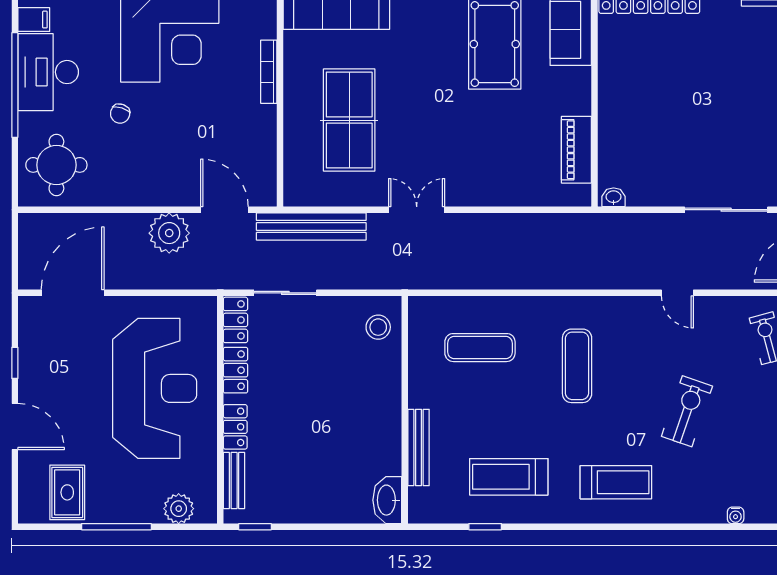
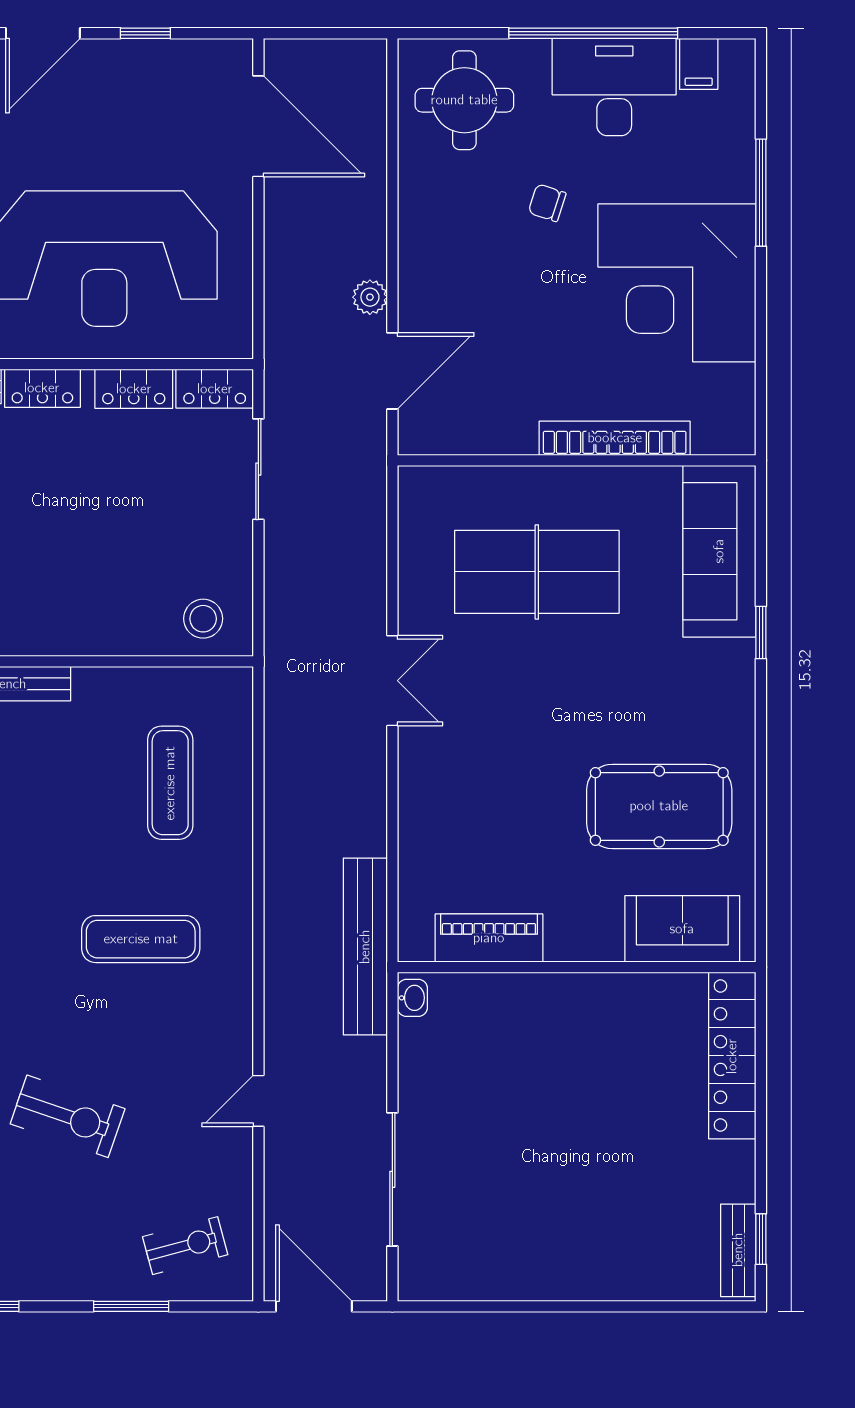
bookcase: (269, 72) -> (615, 438), width x1.48, depth x1.31
bench: (311, 226) -> (365, 947), moved
plant: (169, 233) -> (370, 297), width x0.53, depth x0.53

